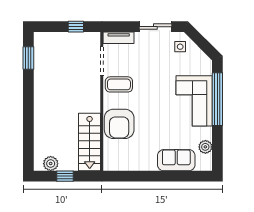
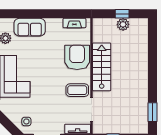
stairs: (90, 142) -> (102, 67), moved
plant: (51, 164) -> (123, 24), moved
fireplace: (122, 165) -> (74, 23), added

